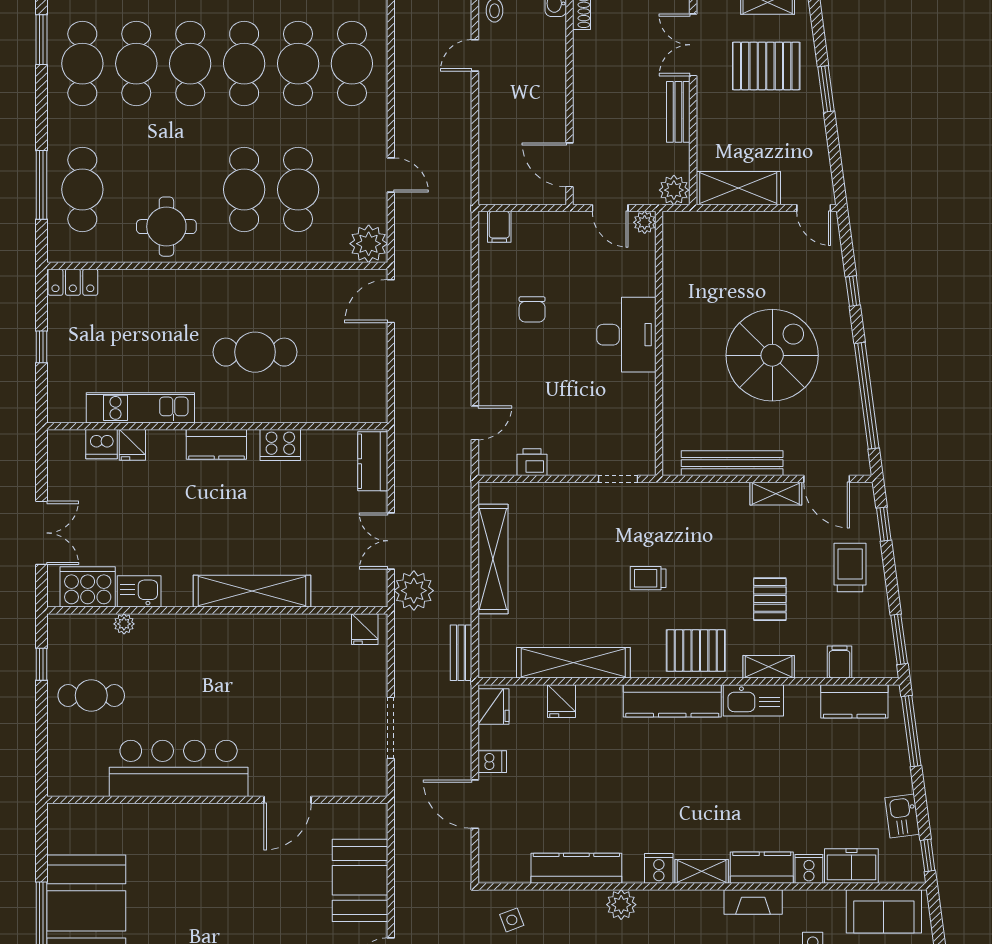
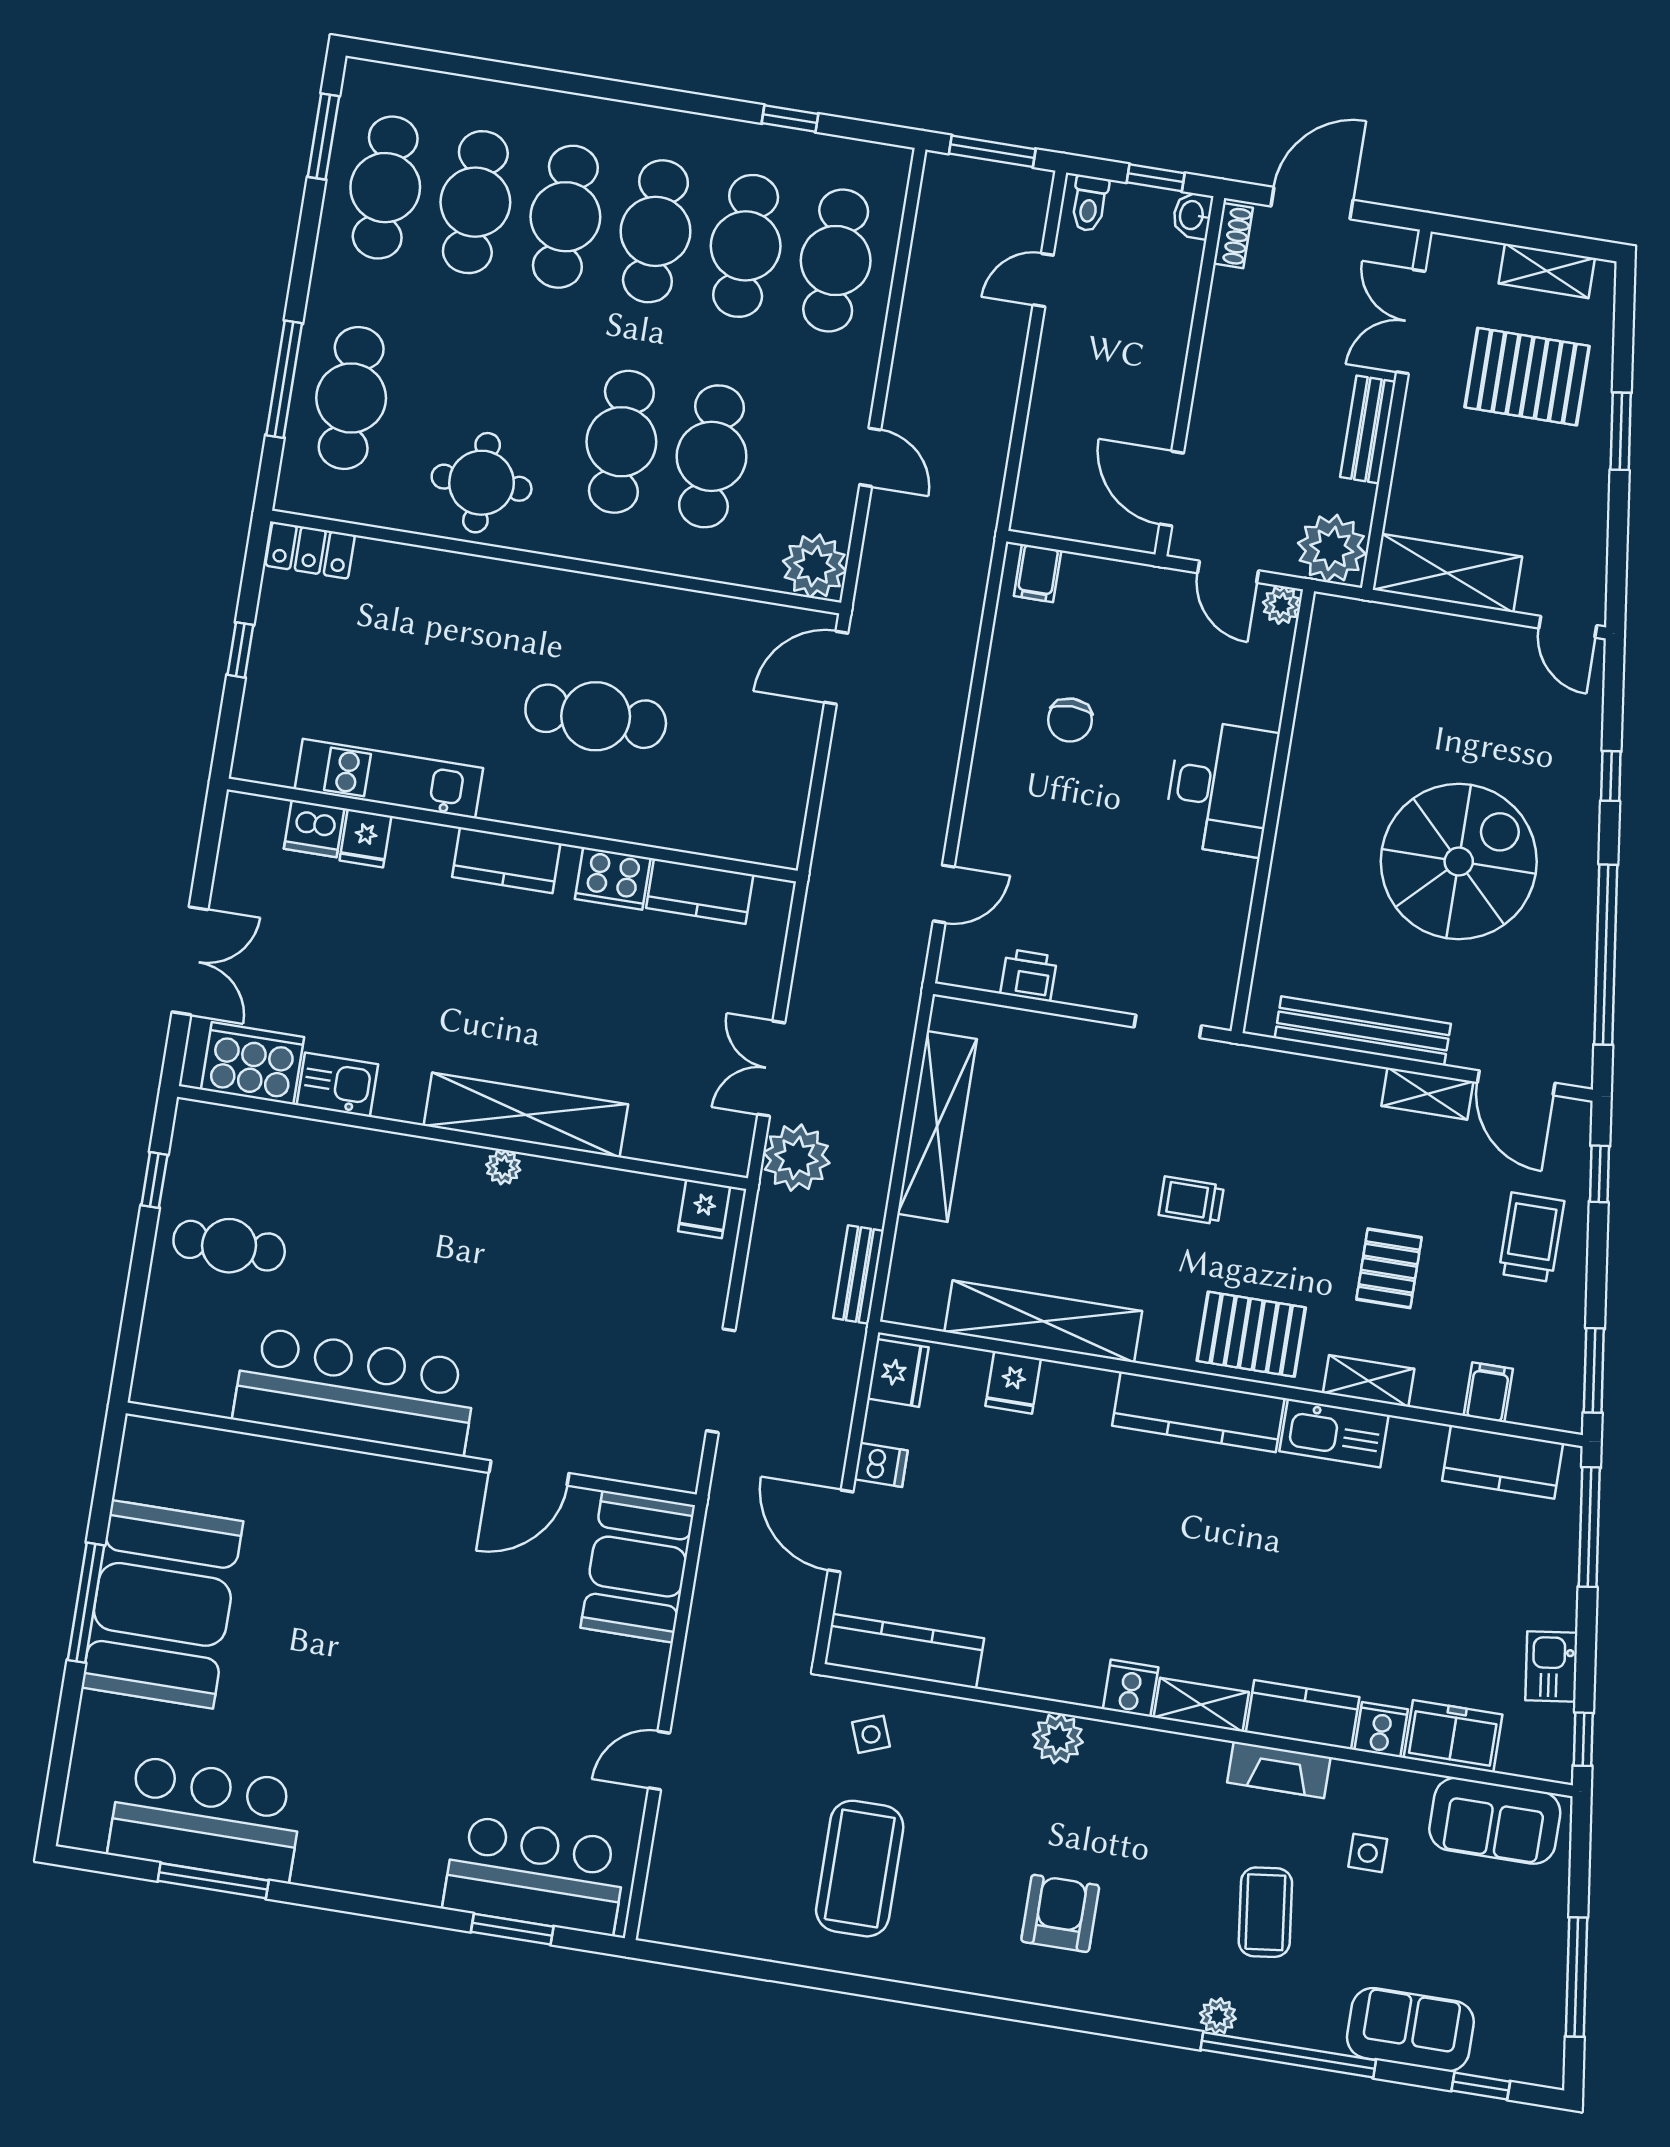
plant: (674, 190) -> (1332, 548), width x1.36, depth x1.36
kitchen counter: (373, 461) -> (700, 891), moved, turned -90
plant: (124, 624) -> (503, 1167), moved
kitchen counter: (576, 868) -> (904, 1651), moved
booth: (360, 880) -> (638, 1567), moved

